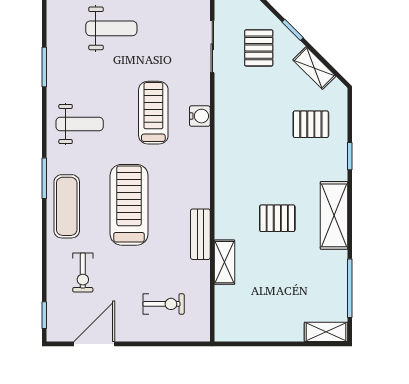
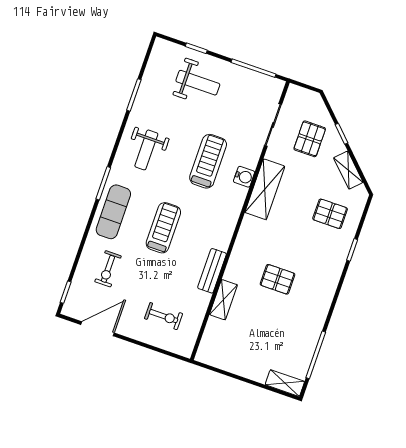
weight bench: (80, 124) -> (146, 150), turned 90
treadmill: (129, 205) -> (163, 228), width x0.73, depth x0.73
shelving: (334, 215) -> (265, 189), moved

